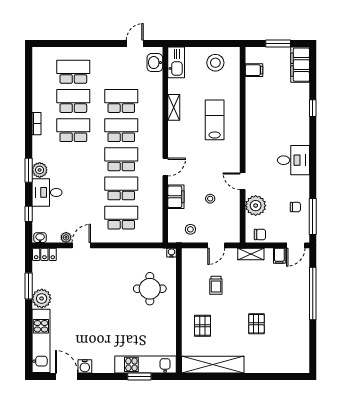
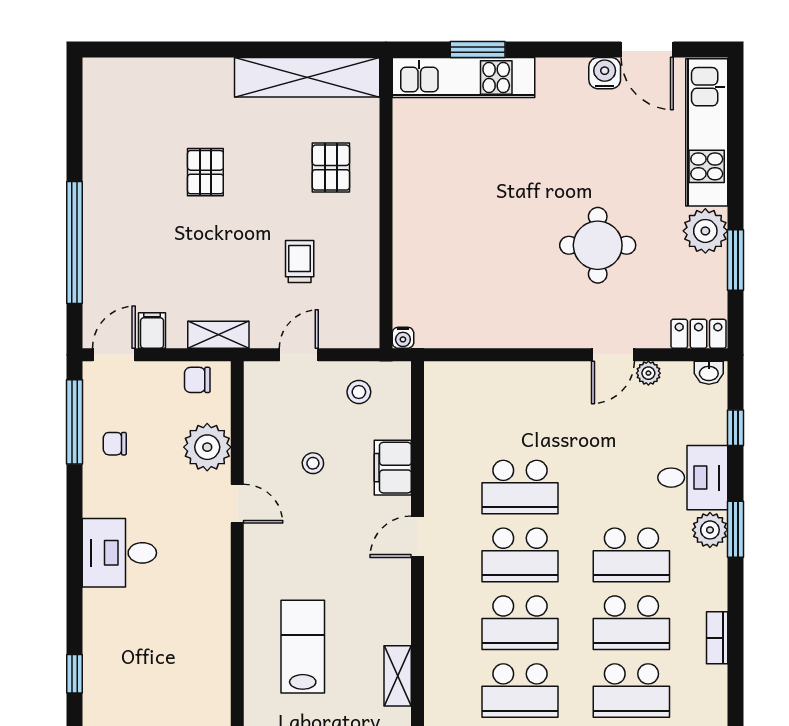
lab bench: (215, 120) -> (303, 647), turned 180
school desk: (121, 218) -> (631, 555), moved
round table: (150, 289) -> (598, 245), moved

